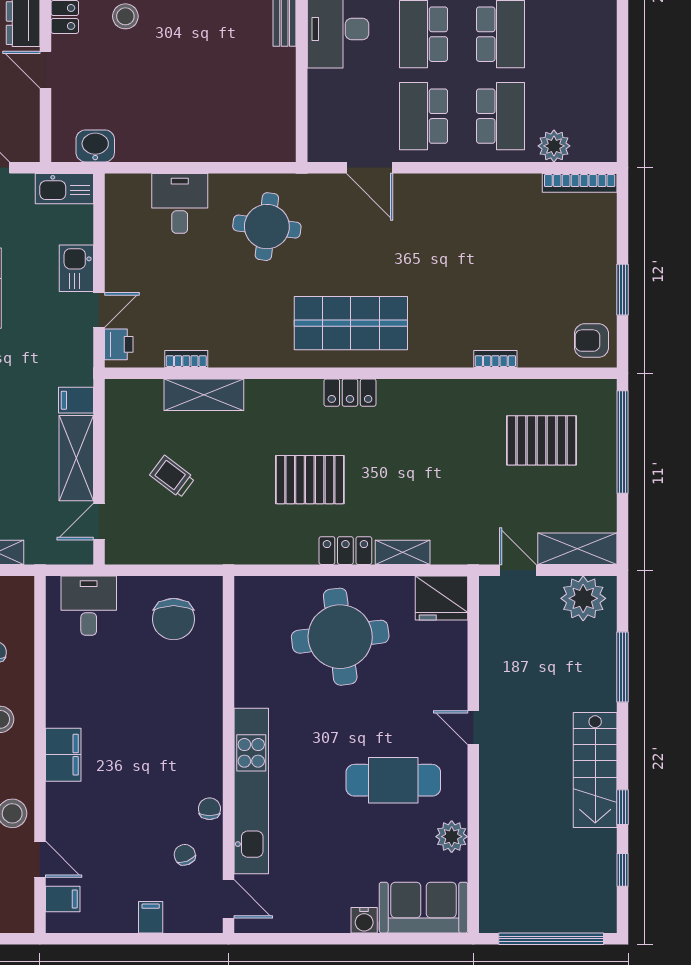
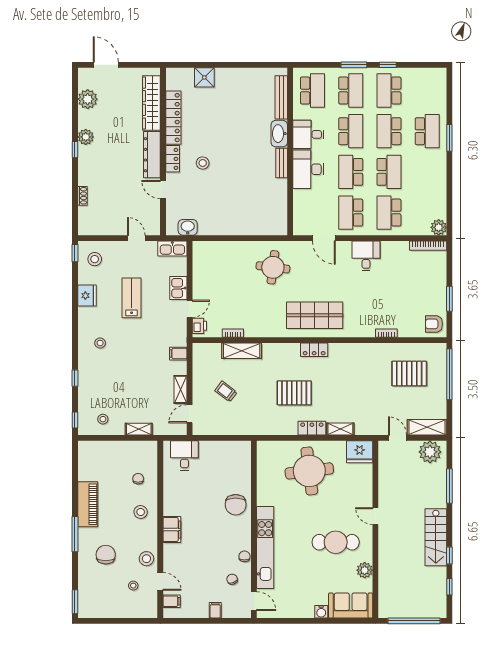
school desk: (501, 116) -> (389, 213), turned 180
plant: (554, 146) -> (439, 227), moved
desk: (180, 203) -> (366, 256), moved
shelving: (76, 458) -> (180, 389), width x0.67, depth x0.75
chair: (174, 619) -> (236, 505), moved

